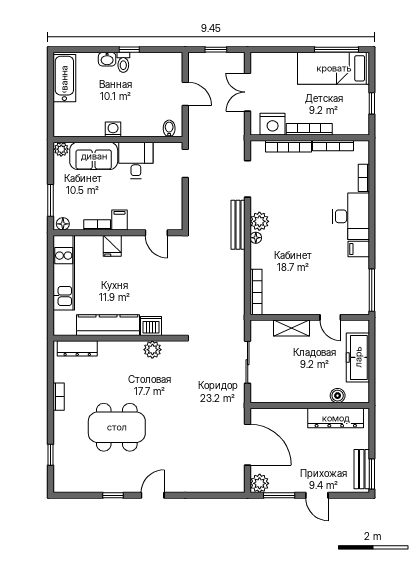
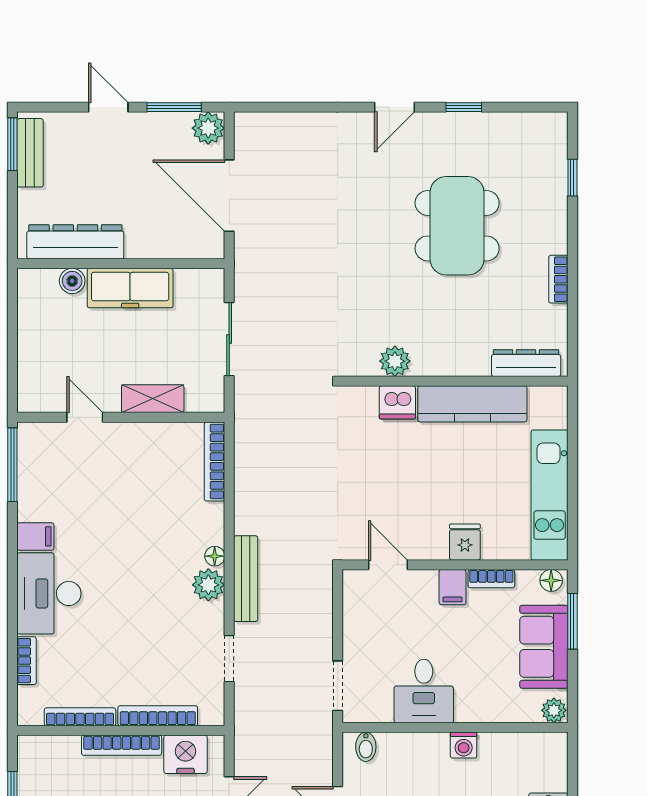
sofa: (94, 156) -> (544, 647), moved, turned -90
doorway: (248, 179) -> (229, 659), width x0.73
freezer: (358, 357) -> (130, 288), moved, turned 90
dining table: (117, 427) -> (457, 226), turned 90

